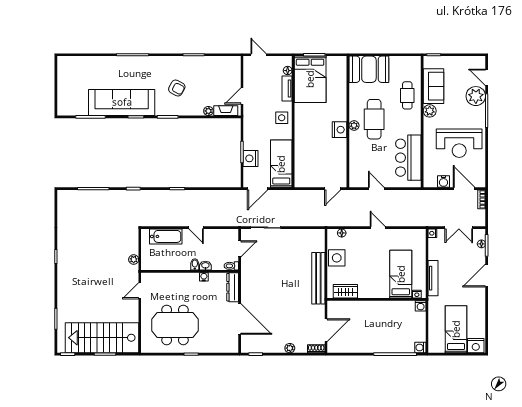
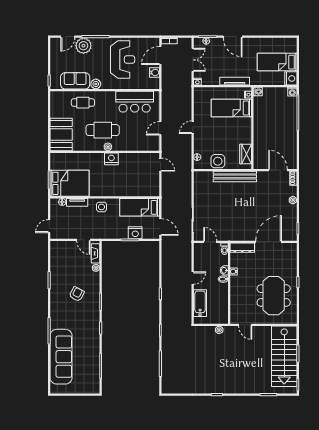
sofa: (122, 102) -> (61, 357), moved, turned 180
nightstand: (476, 346) -> (291, 78), moved

